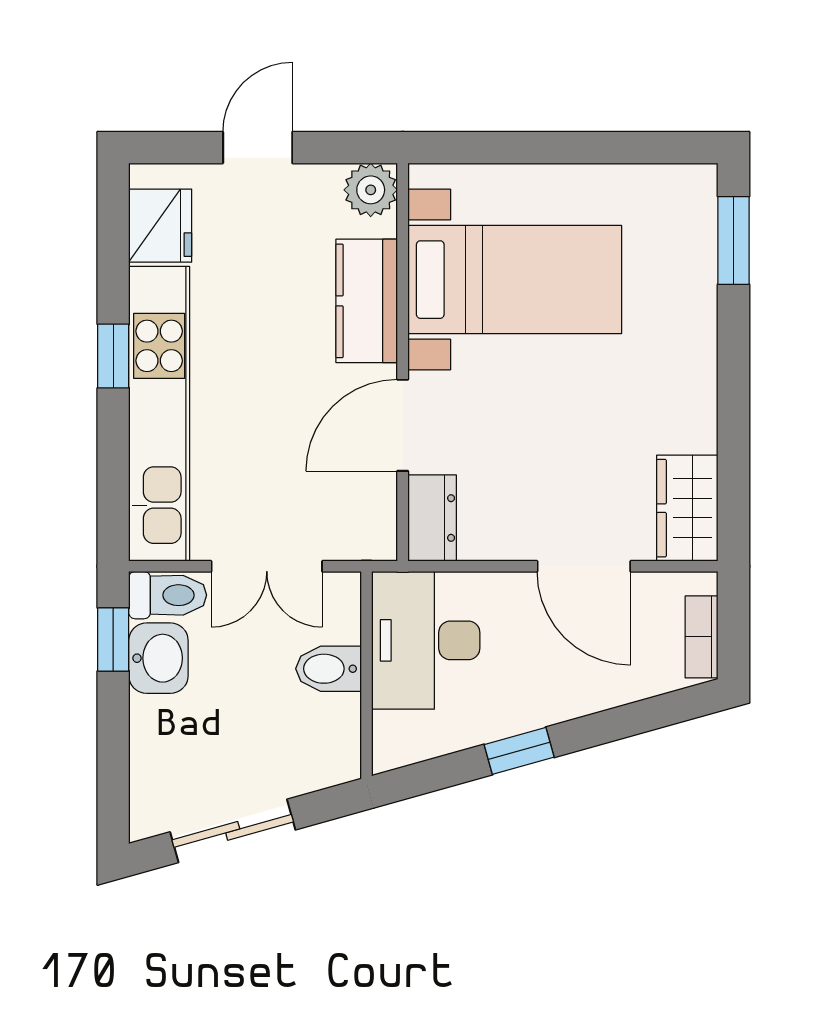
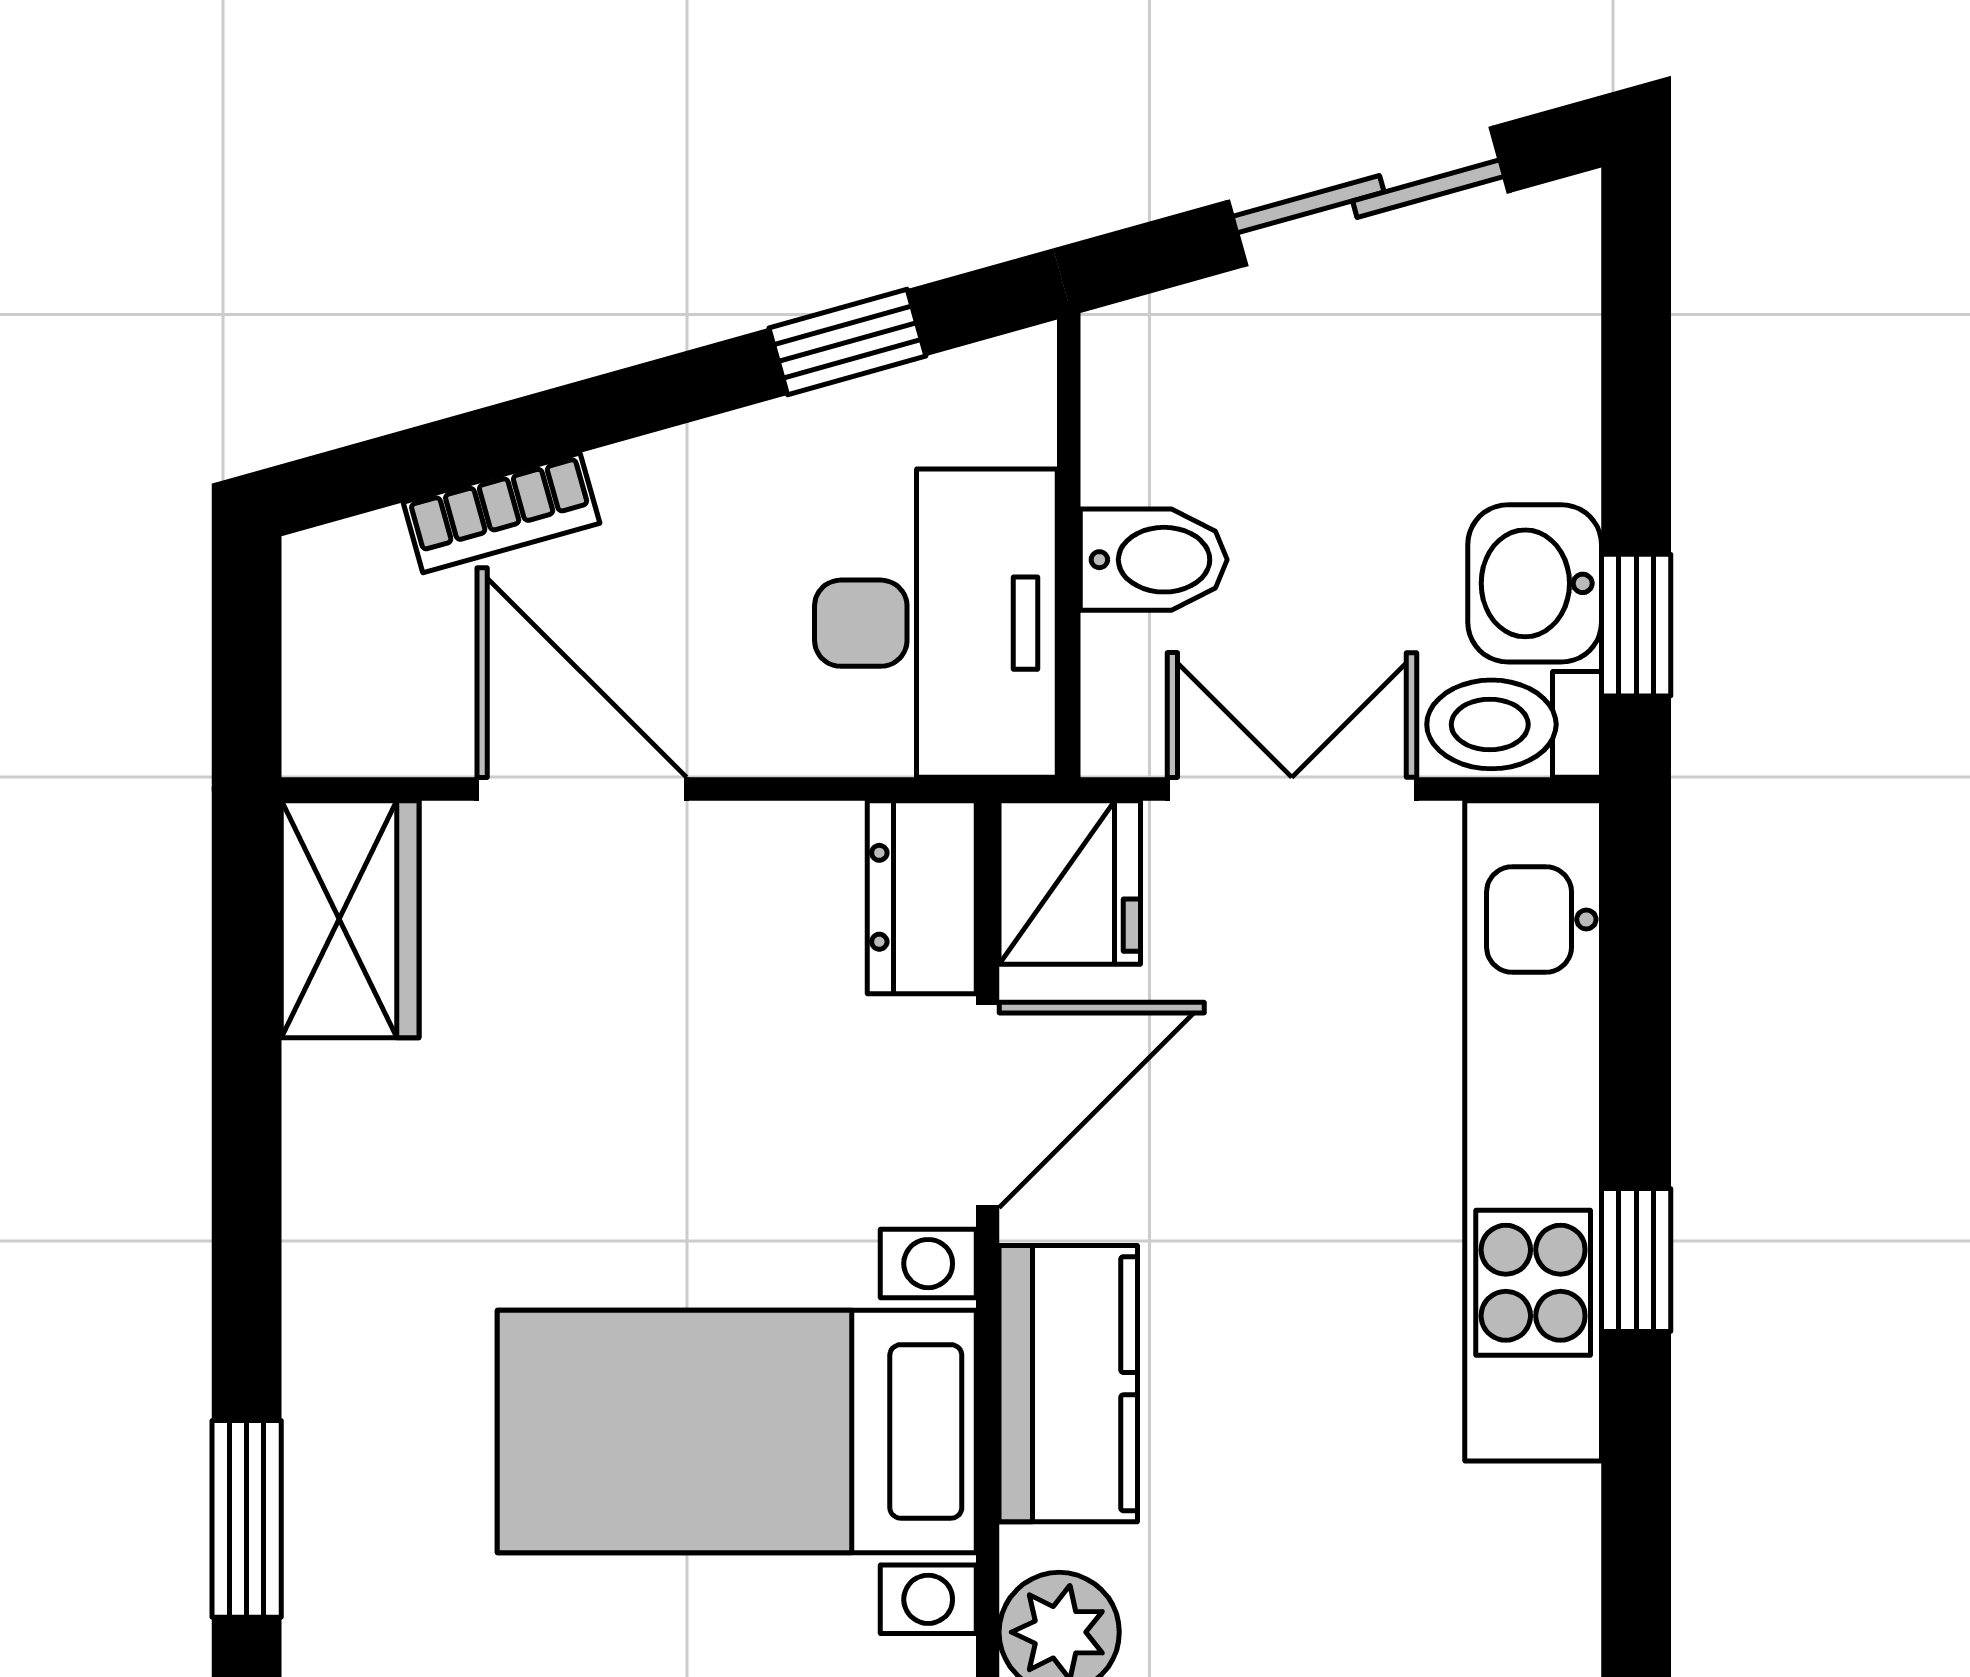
fridge: (160, 226) -> (1070, 883), moved, turned 180
bookcase: (702, 637) -> (501, 513), moved, turned 74
window: (519, 751) -> (847, 342), moved

